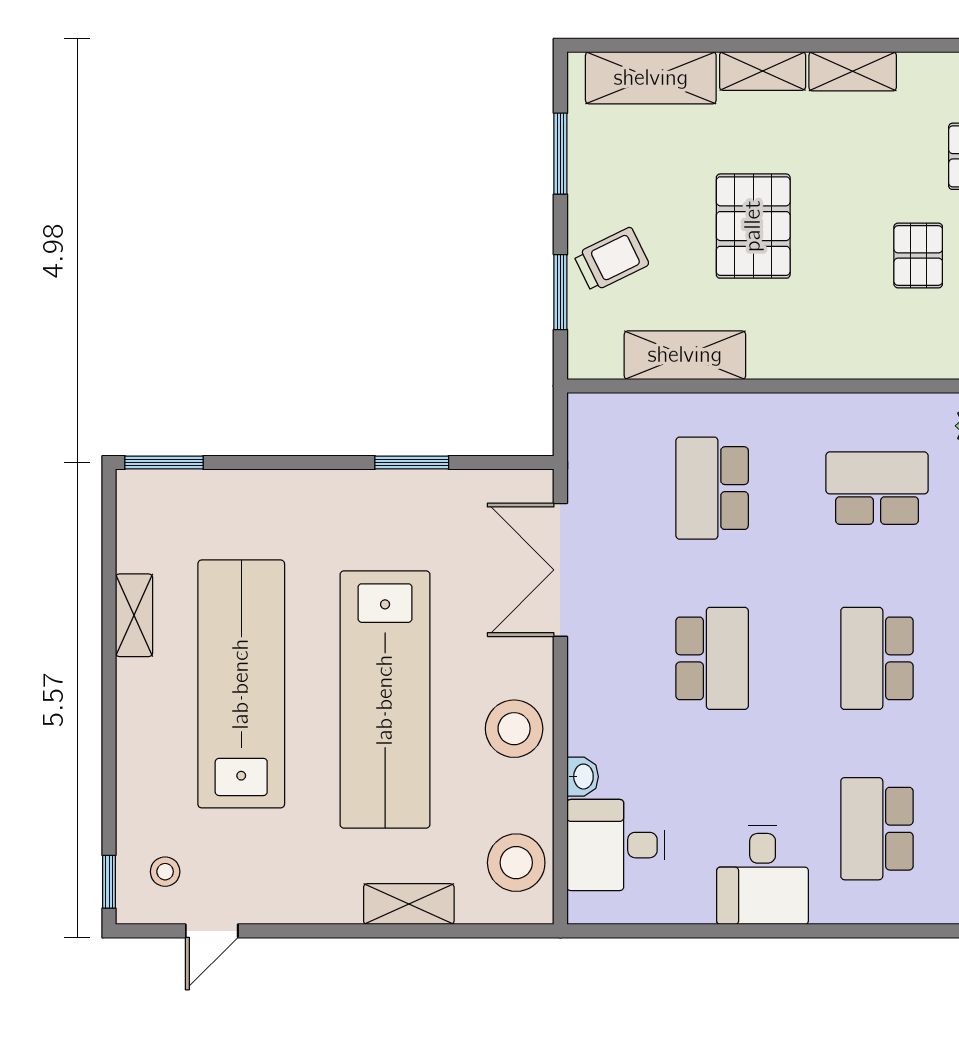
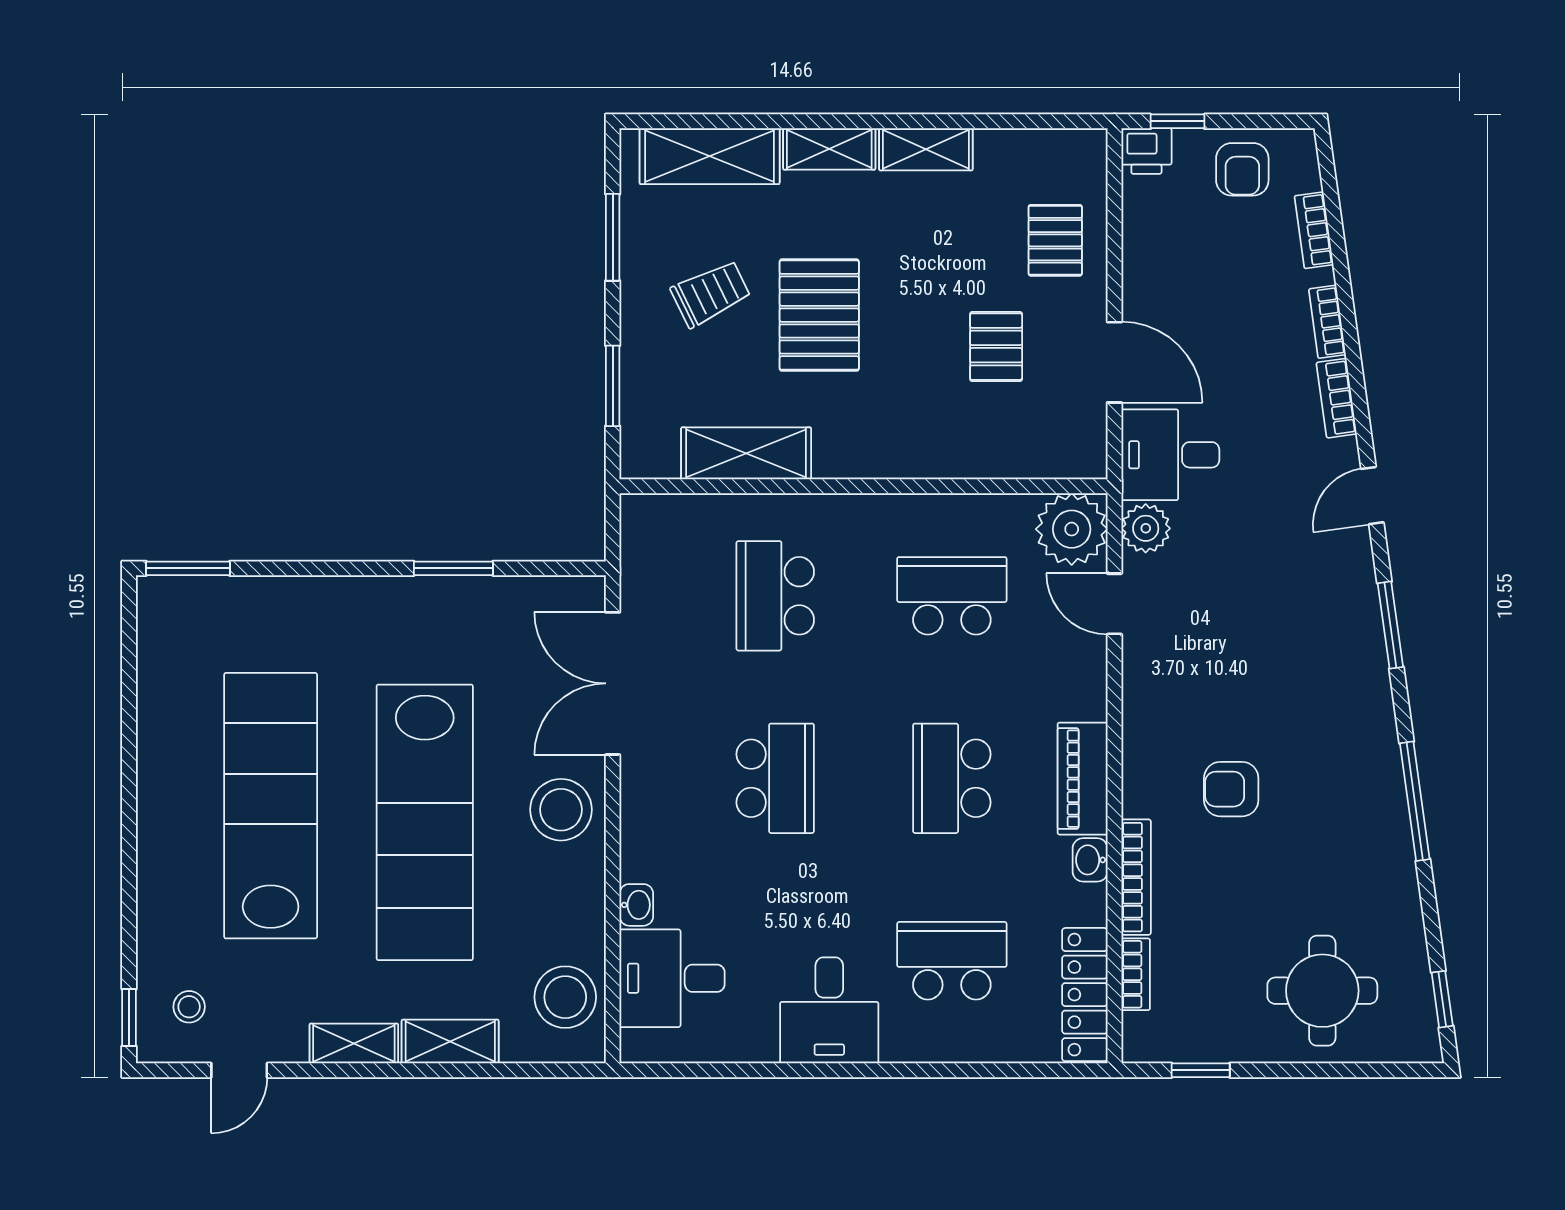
trolley: (611, 260) -> (711, 294), moved
shelving: (134, 615) -> (354, 1043), moved, turned 90
stool: (514, 729) -> (561, 810), moved
school desk: (877, 829) -> (952, 961), turned 90

